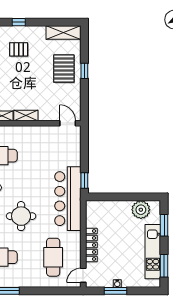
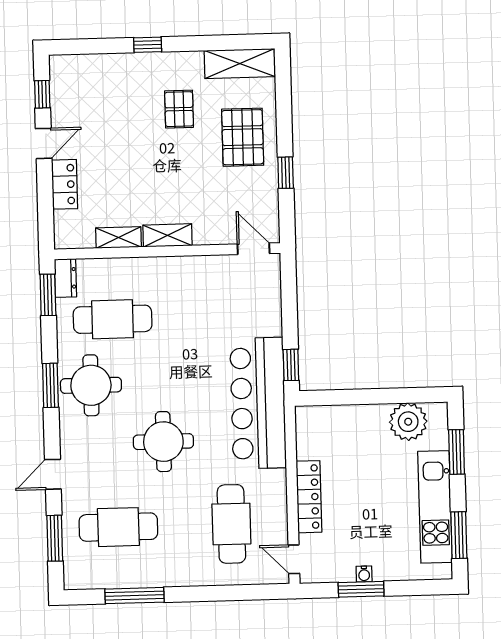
pallet: (19, 49) -> (179, 109), moved, turned 90
window: (84, 71) -> (286, 173), moved
door: (83, 275) -> (294, 559), hinge flipped

